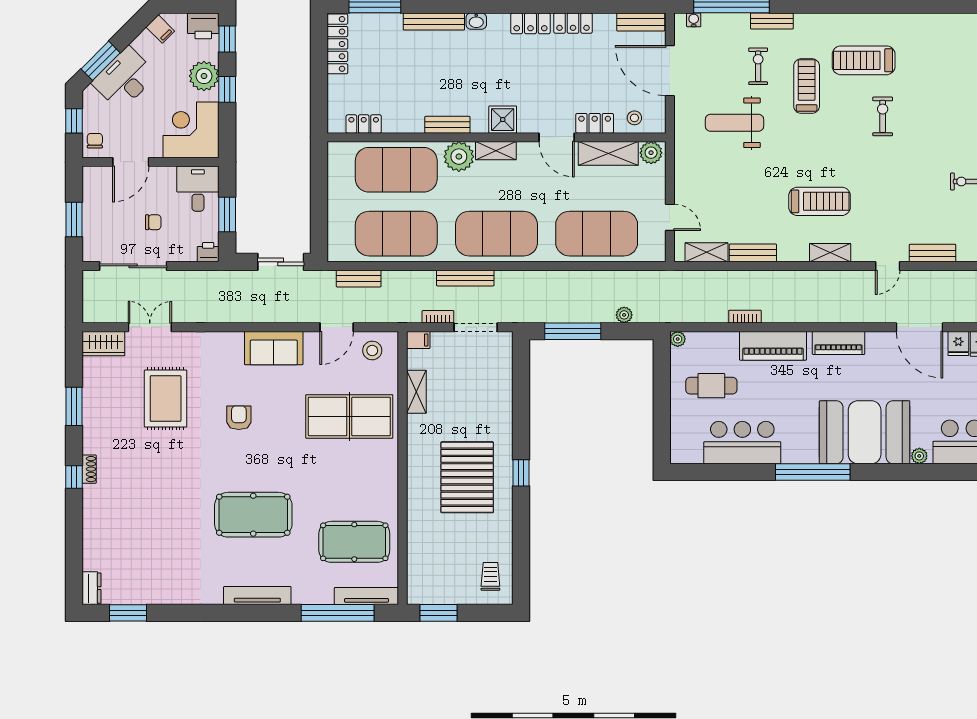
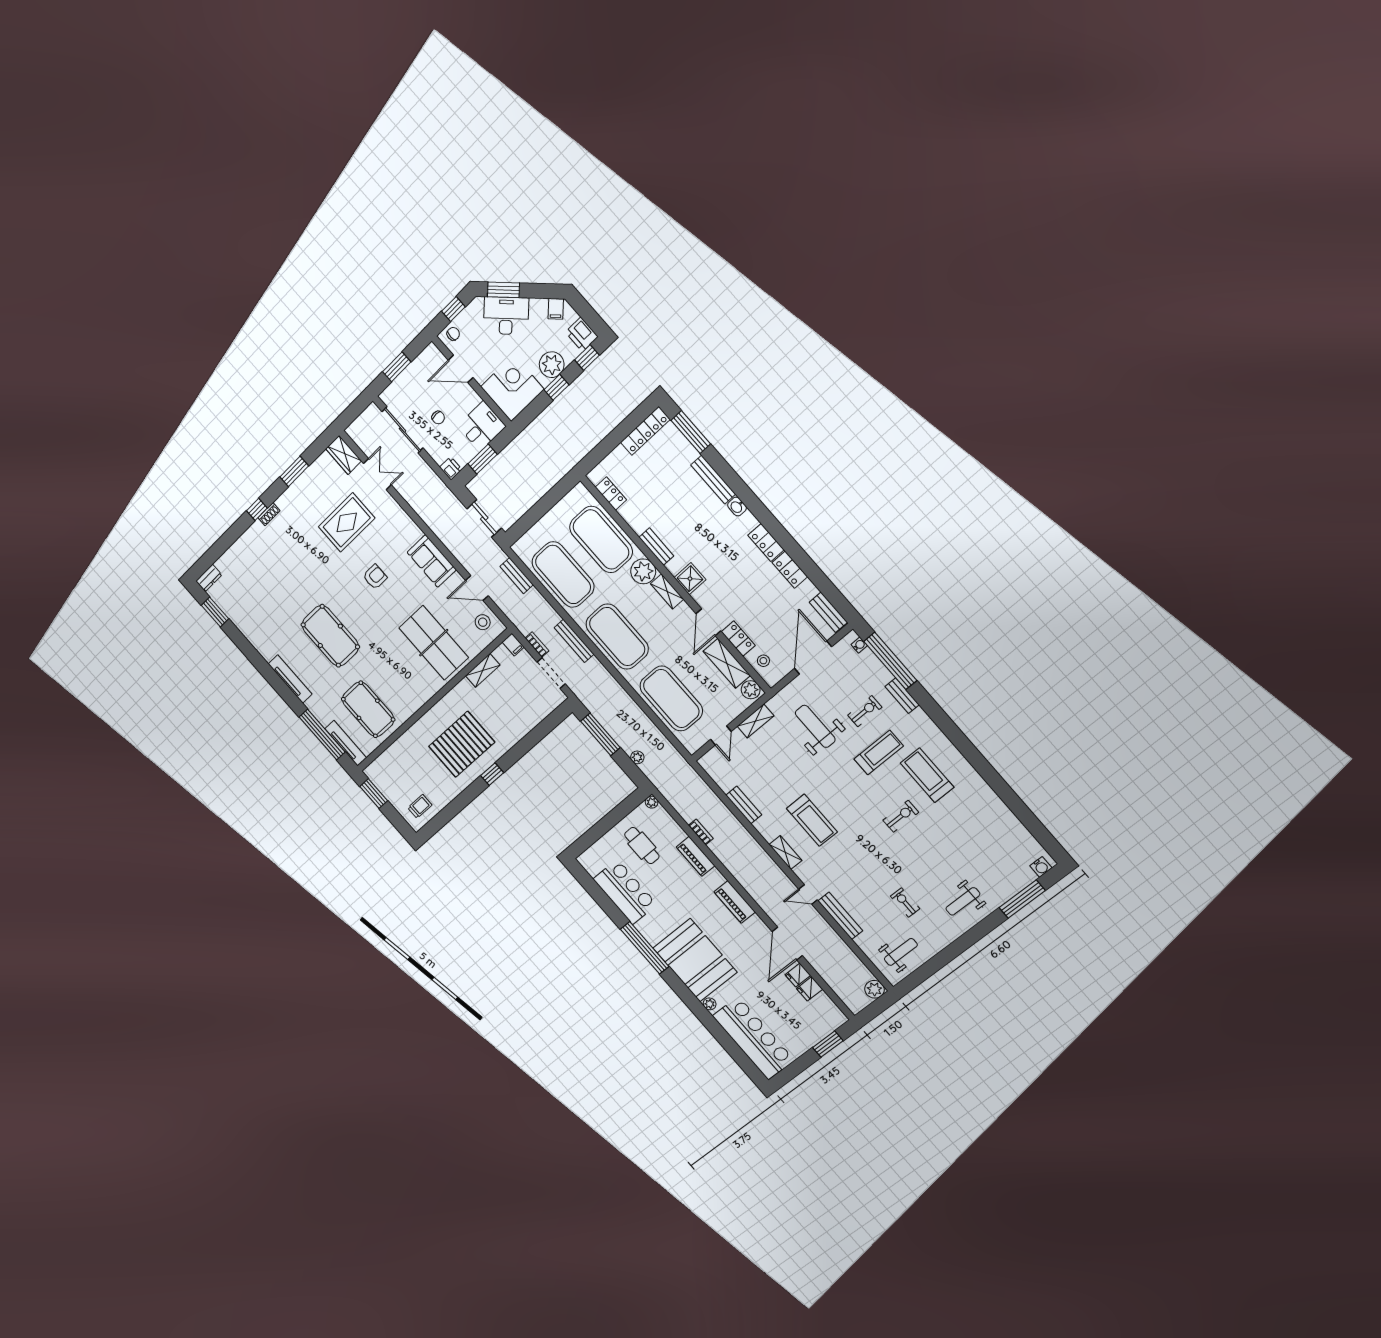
shelving: (706, 252) -> (756, 721), moved, turned 90
bench: (932, 253) -> (840, 916), width x1.36
piano: (773, 346) -> (696, 856), width x0.73, depth x0.75

